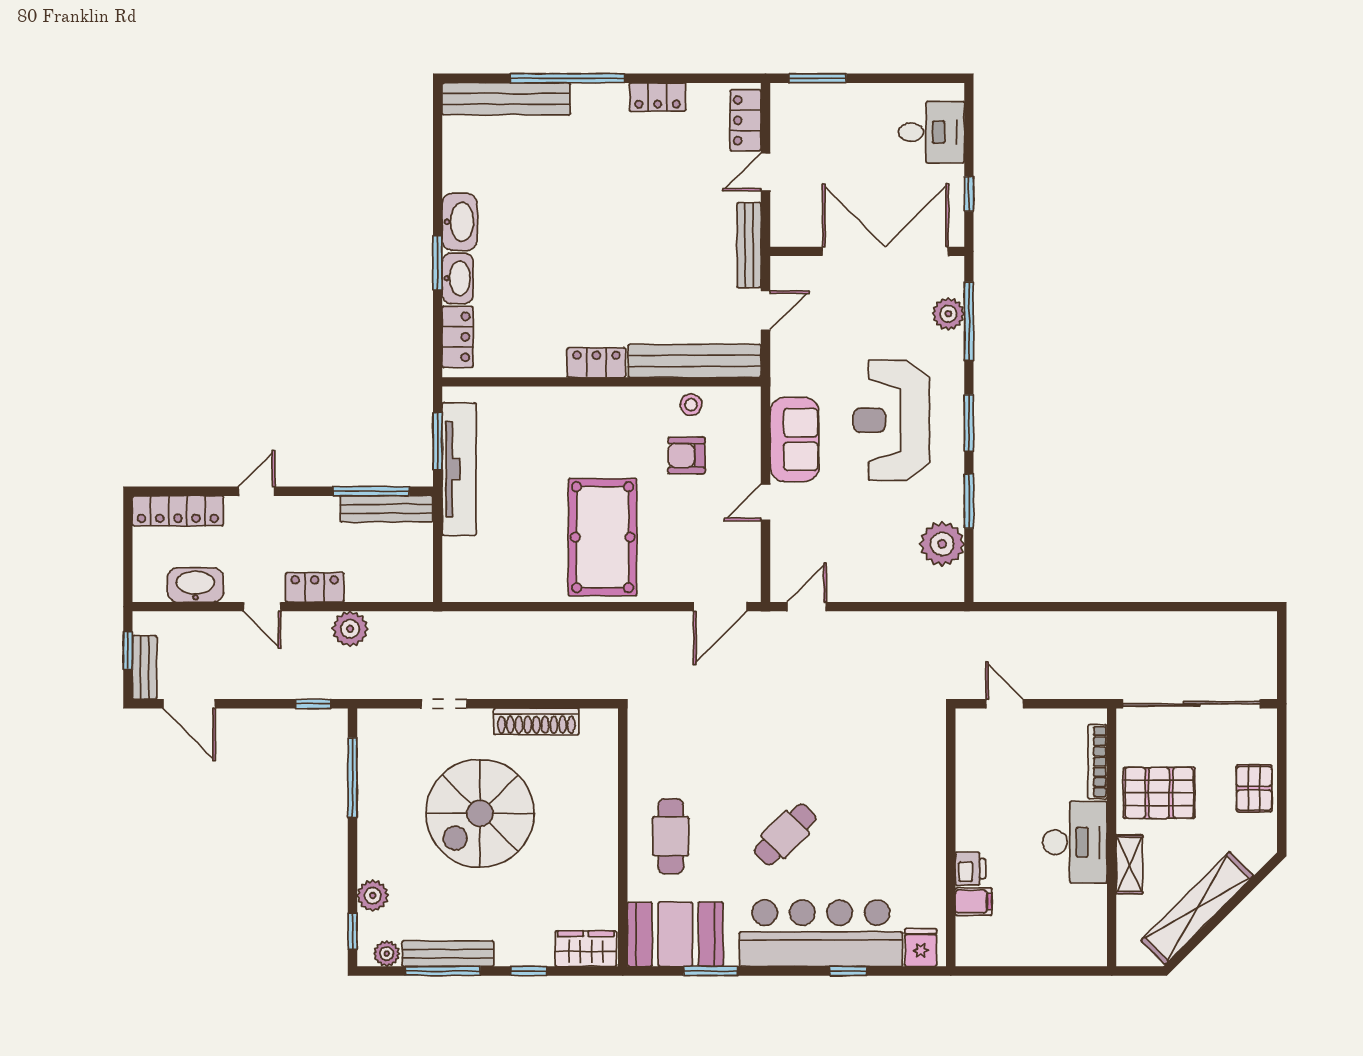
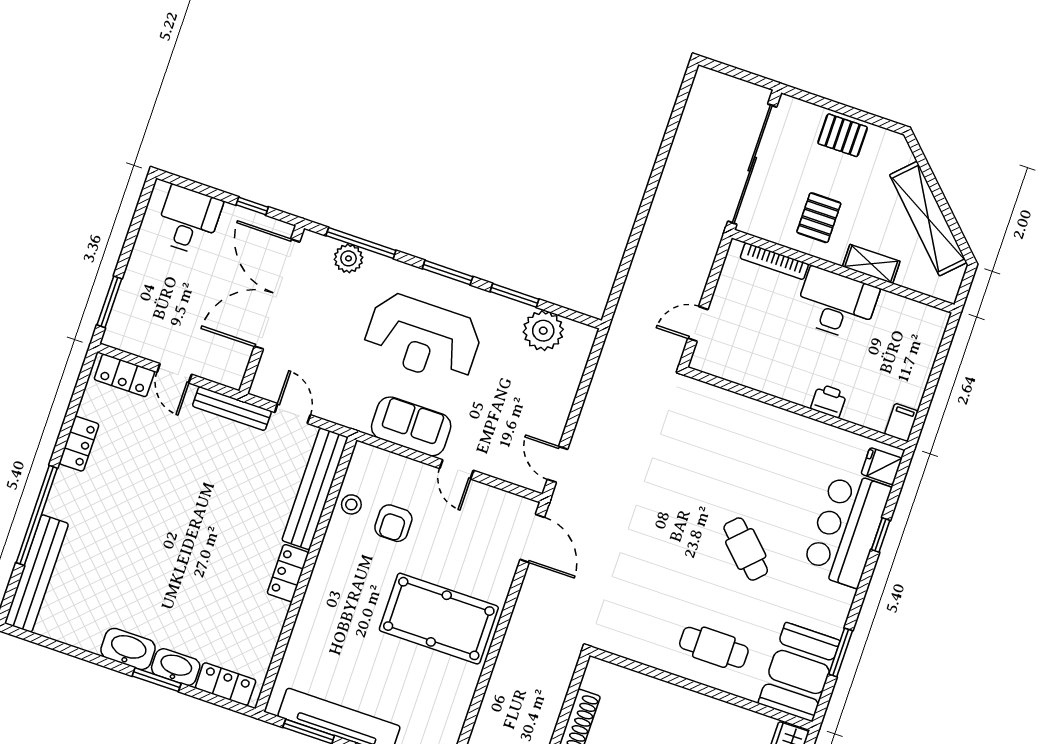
pallet: (1159, 793) -> (819, 218), width x0.67, depth x0.71
filing cabinet: (974, 901) -> (901, 423), moved
bar counter: (821, 933) -> (847, 529), width x0.73

